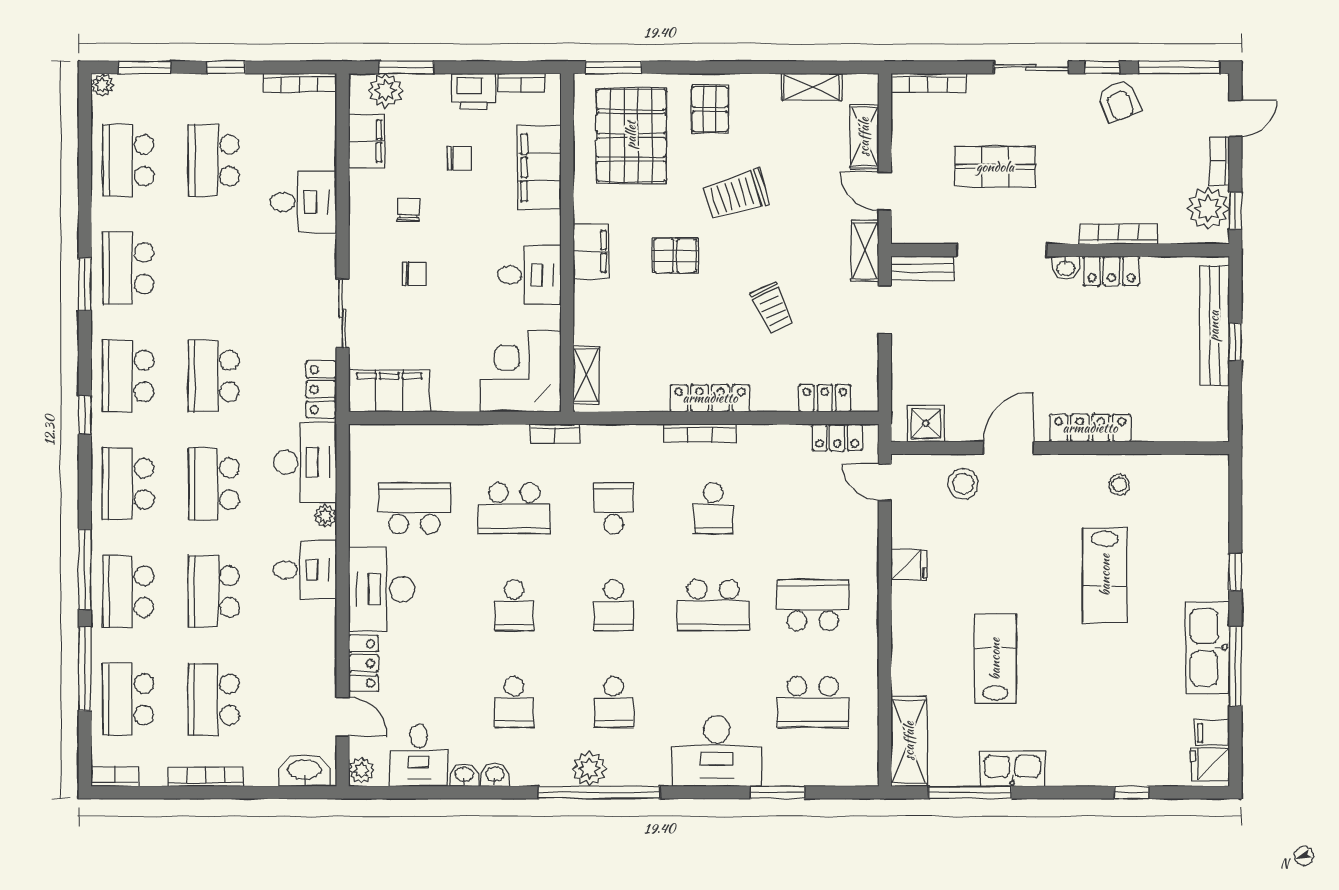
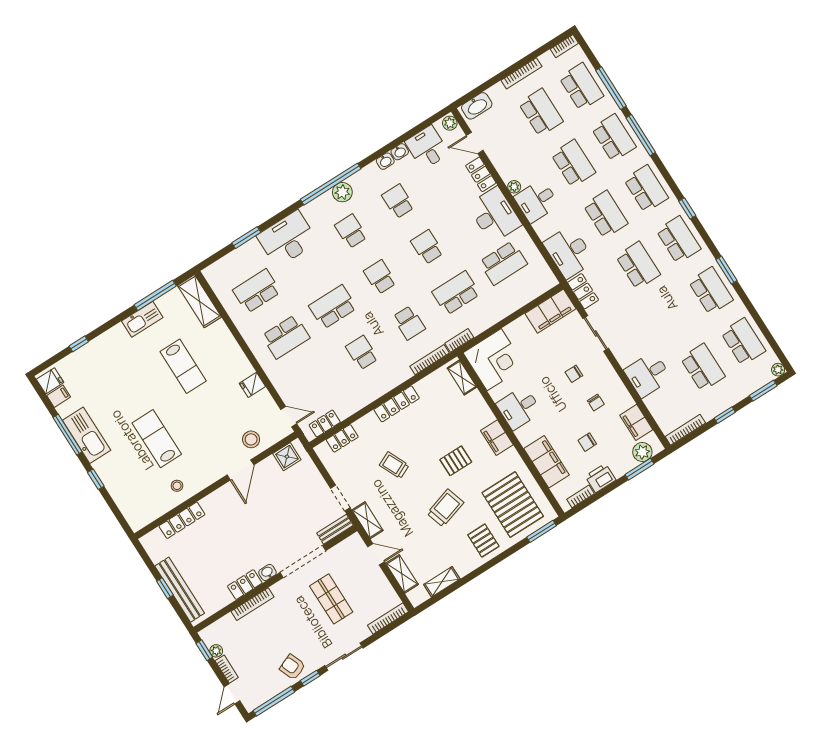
shop shelf: (995, 167) -> (331, 599), turned 90
plant: (1208, 208) -> (216, 651), width x0.53, depth x0.53
locker: (1090, 428) -> (182, 520), moved
bookcase: (700, 433) -> (430, 360), moved
plant: (325, 516) -> (514, 187), moved

